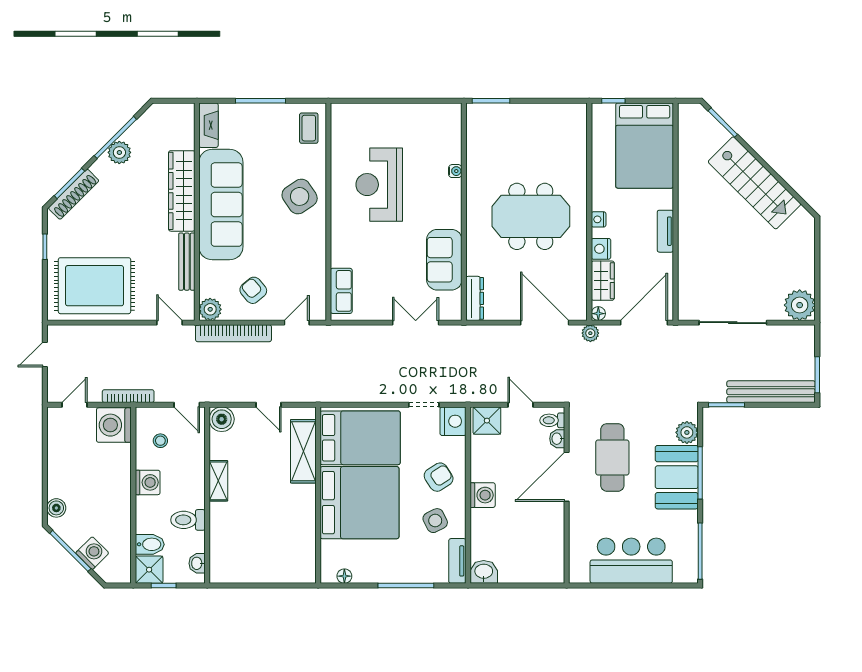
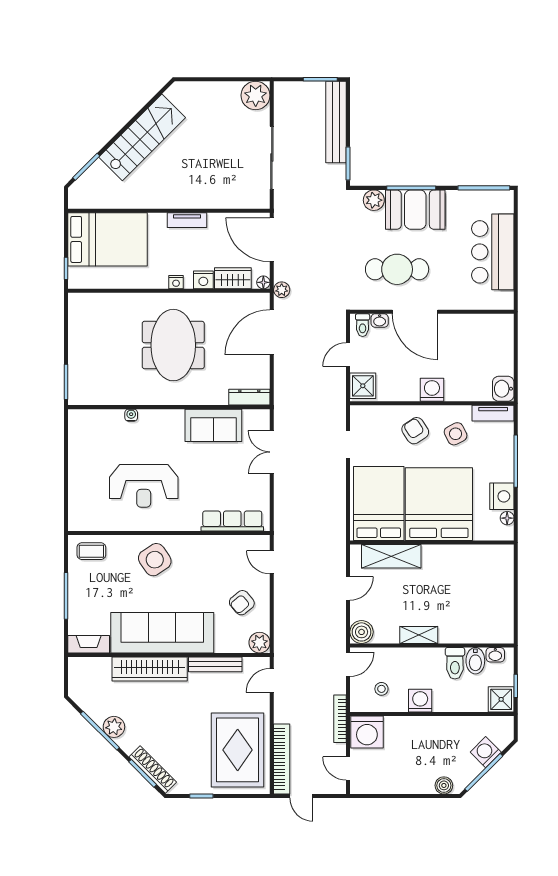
row of seats: (341, 291) -> (232, 521), width x1.48
bookcase: (233, 333) -> (282, 759), moved
nightstand: (453, 421) -> (502, 496), moved, turned 90
bidet: (150, 544) -> (475, 661), moved, turned 180

